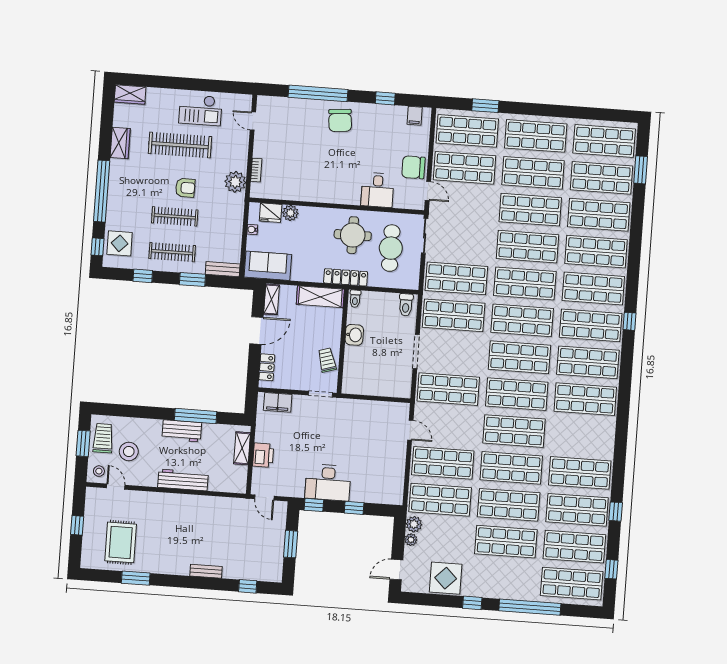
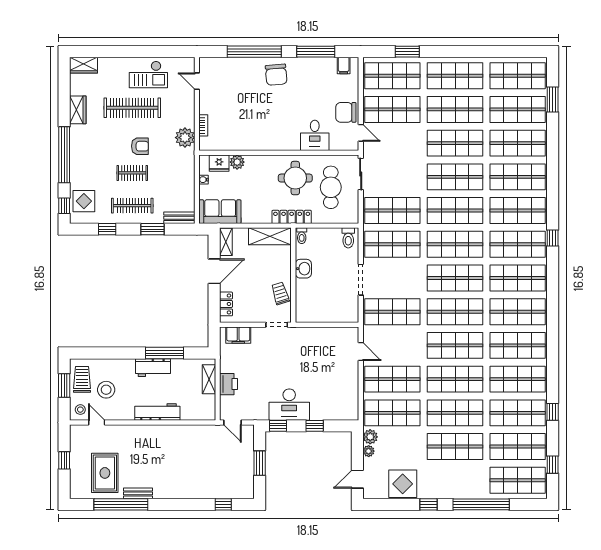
window: (385, 98) -> (316, 52), width x2.17
clothes rail: (175, 216) -> (132, 173), width x0.73
shop shelf: (582, 436) -> (518, 345), added
bench: (206, 571) -> (138, 493), moved
window: (136, 578) -> (121, 504), width x2.11

